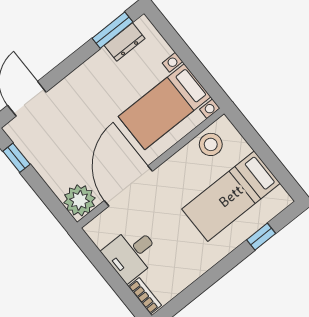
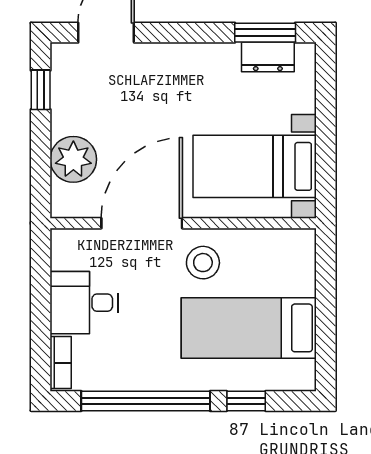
stool: (211, 144) -> (203, 263), moved
plant: (79, 200) -> (73, 159), moved
window: (207, 280) -> (146, 401), added

